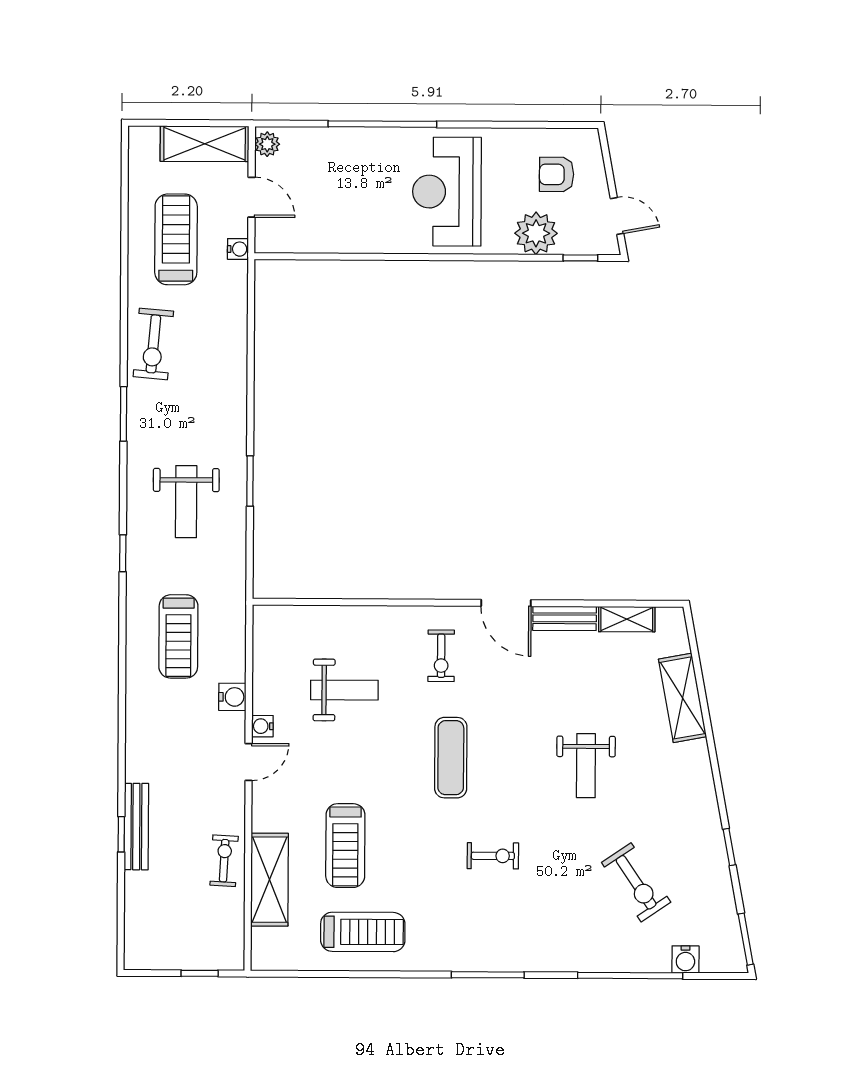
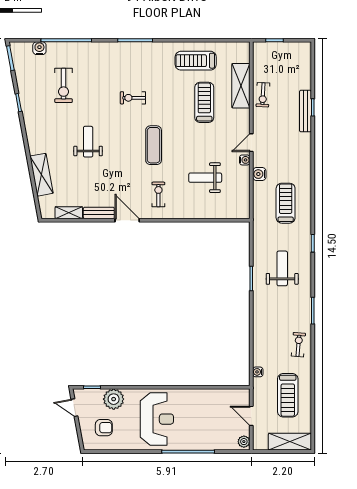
shelving: (205, 144) -> (290, 442), moved
water cooler: (238, 249) -> (258, 372), moved
exercise bike: (153, 344) -> (298, 345), width x0.73, depth x0.72
exercise bike: (636, 882) -> (64, 85), turned -146

